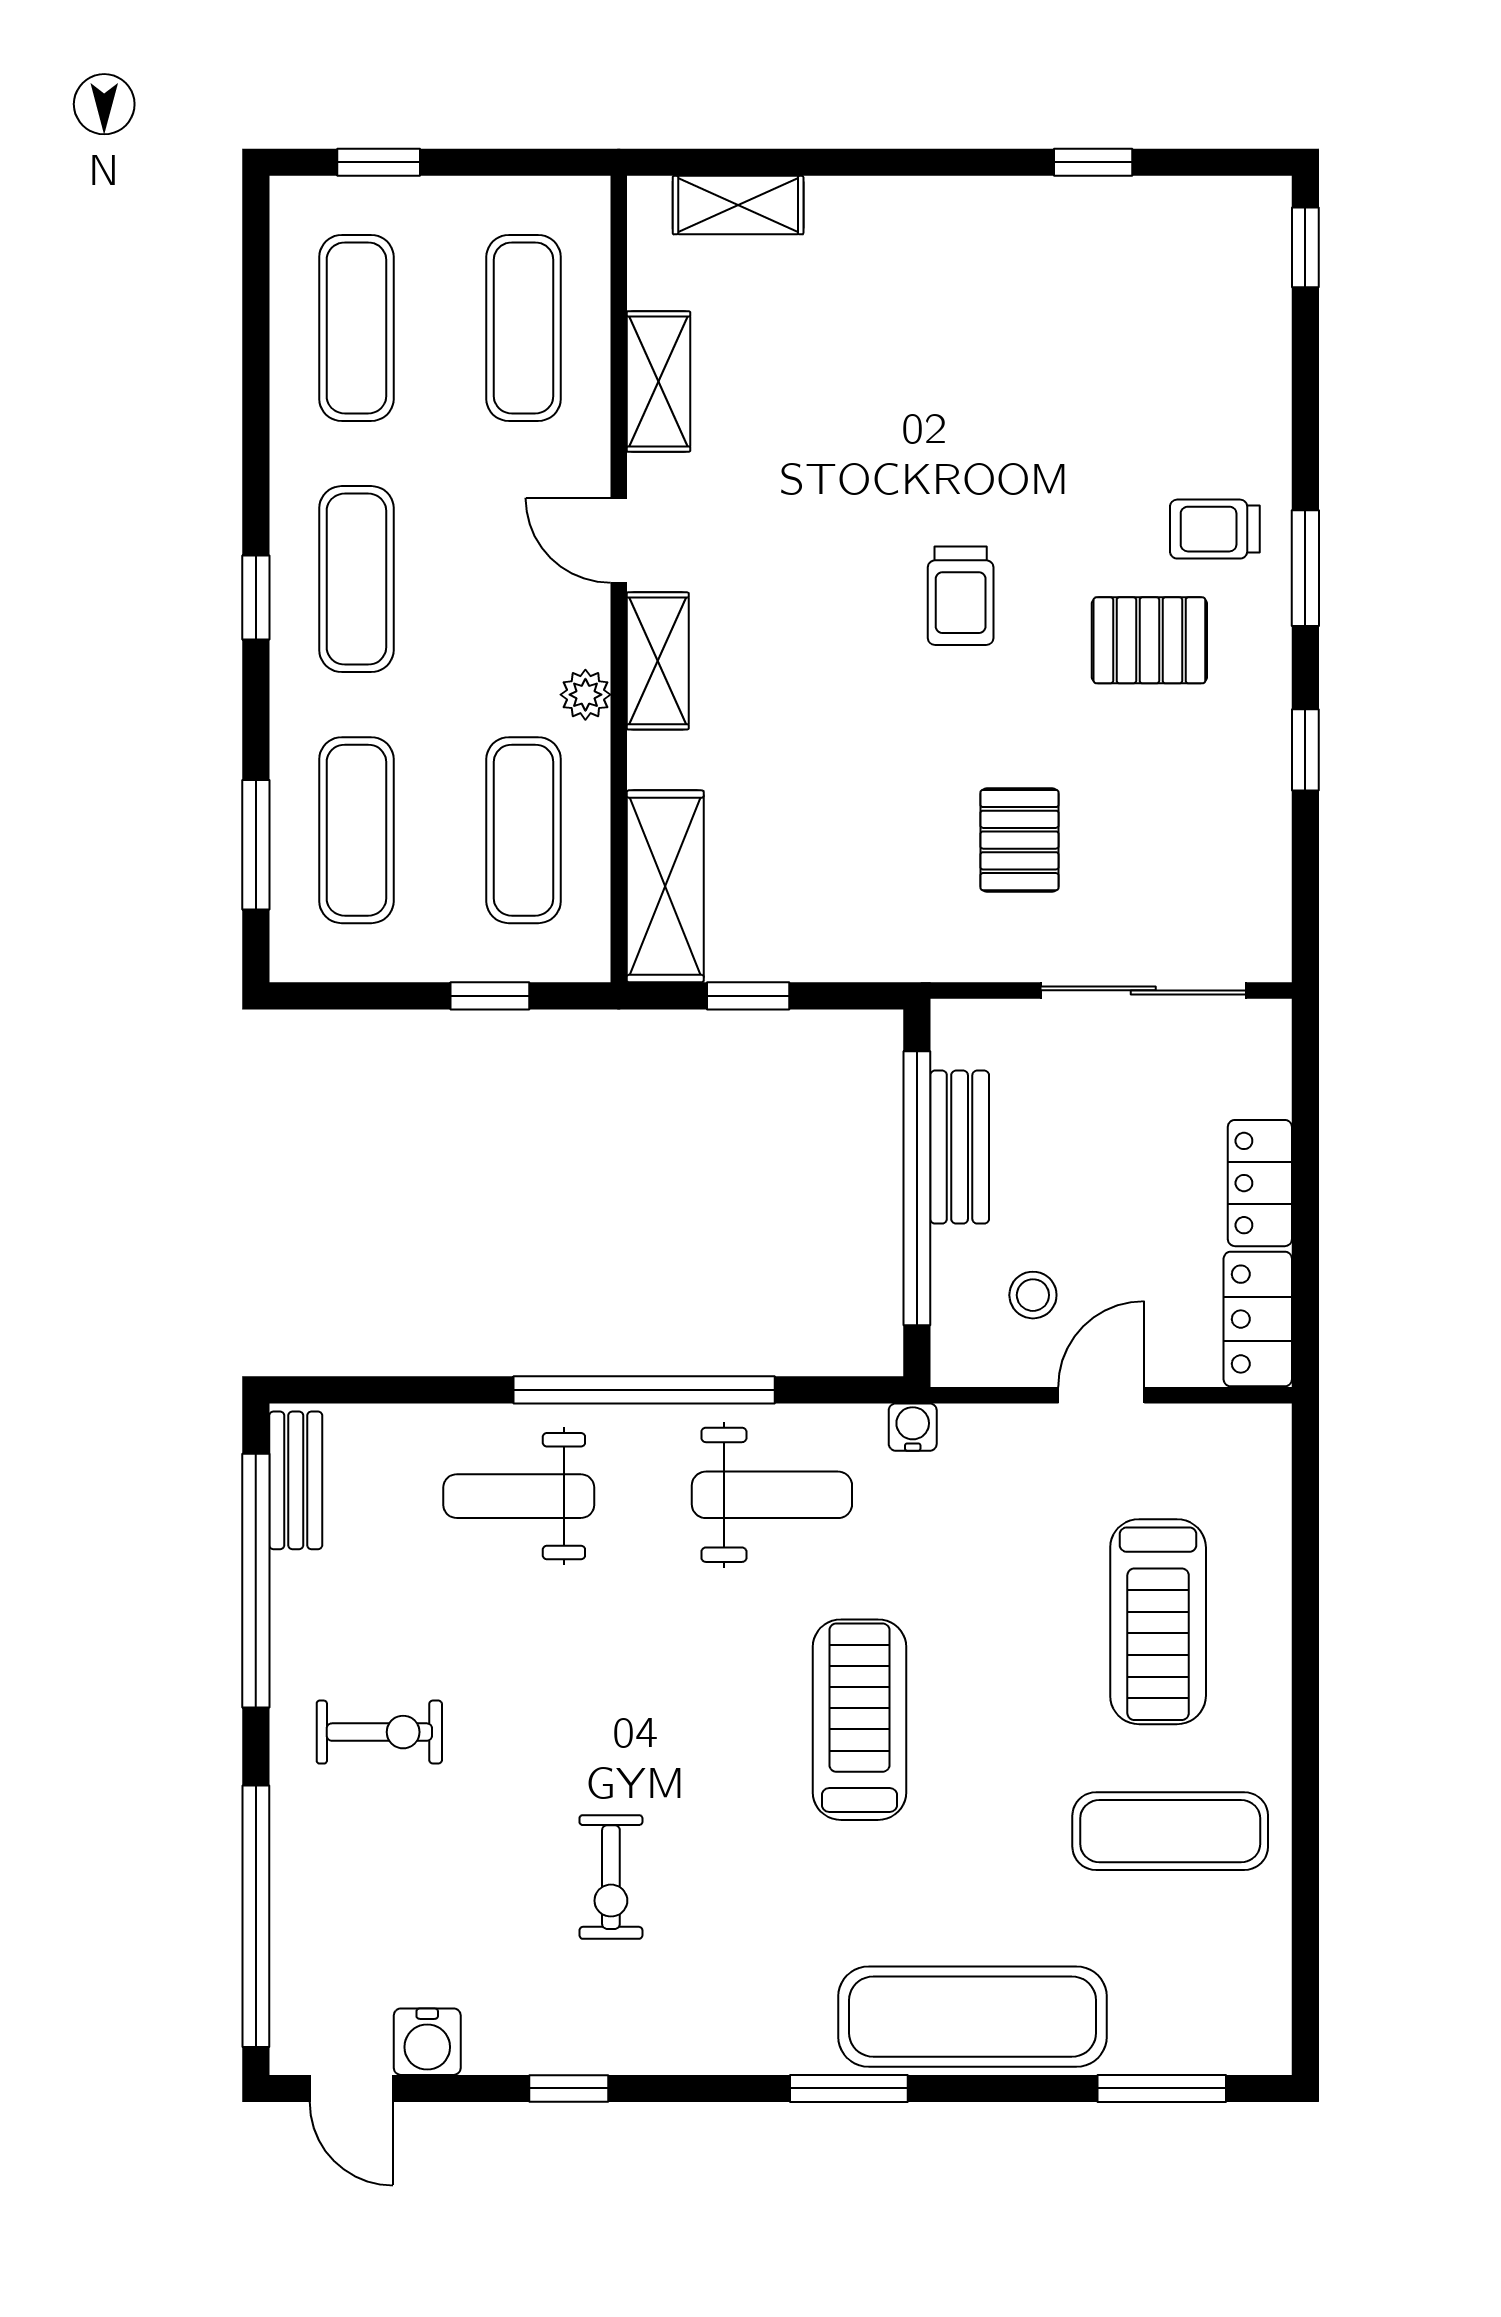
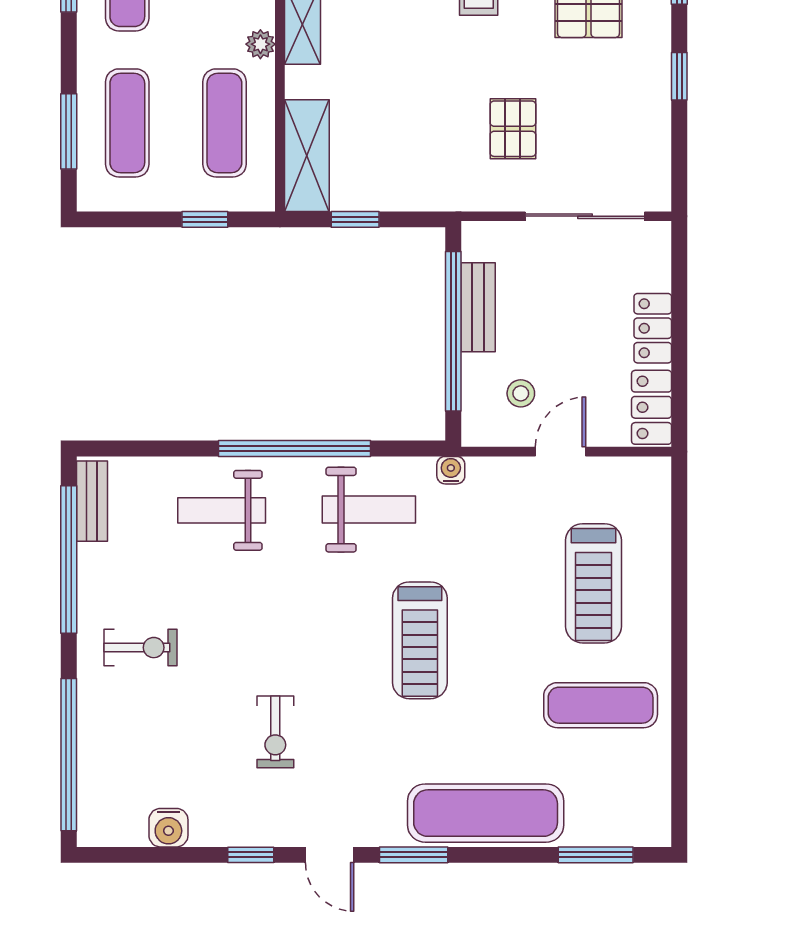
treadmill: (859, 1720) -> (420, 640), turned 180
door: (351, 2088) -> (330, 855), moved

